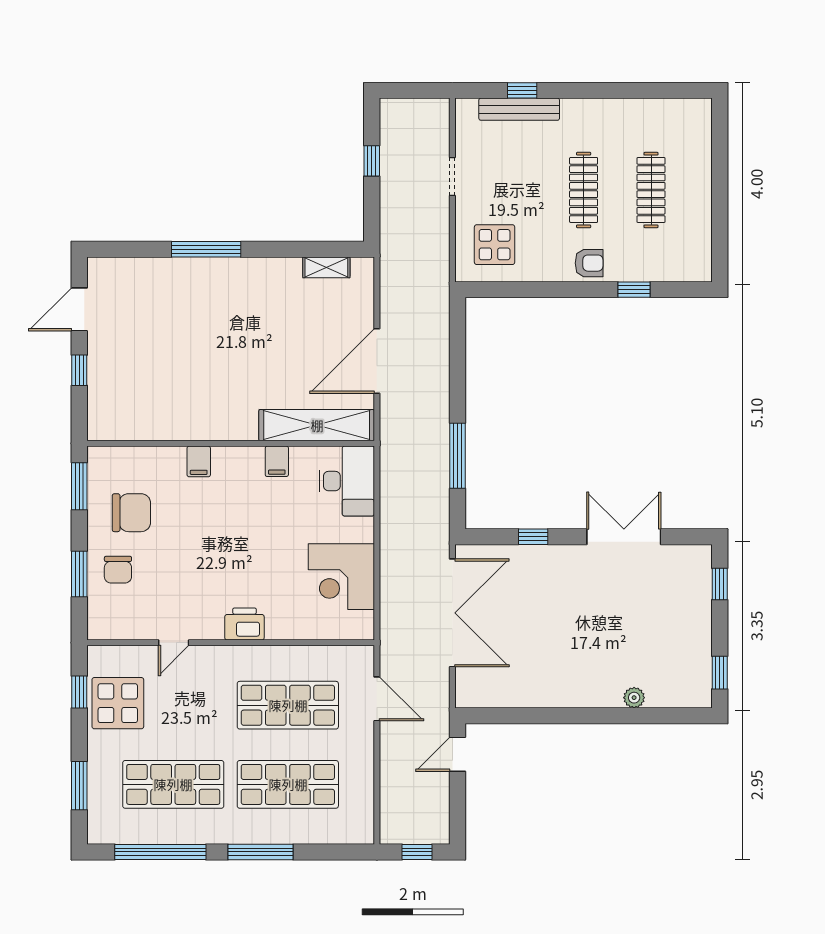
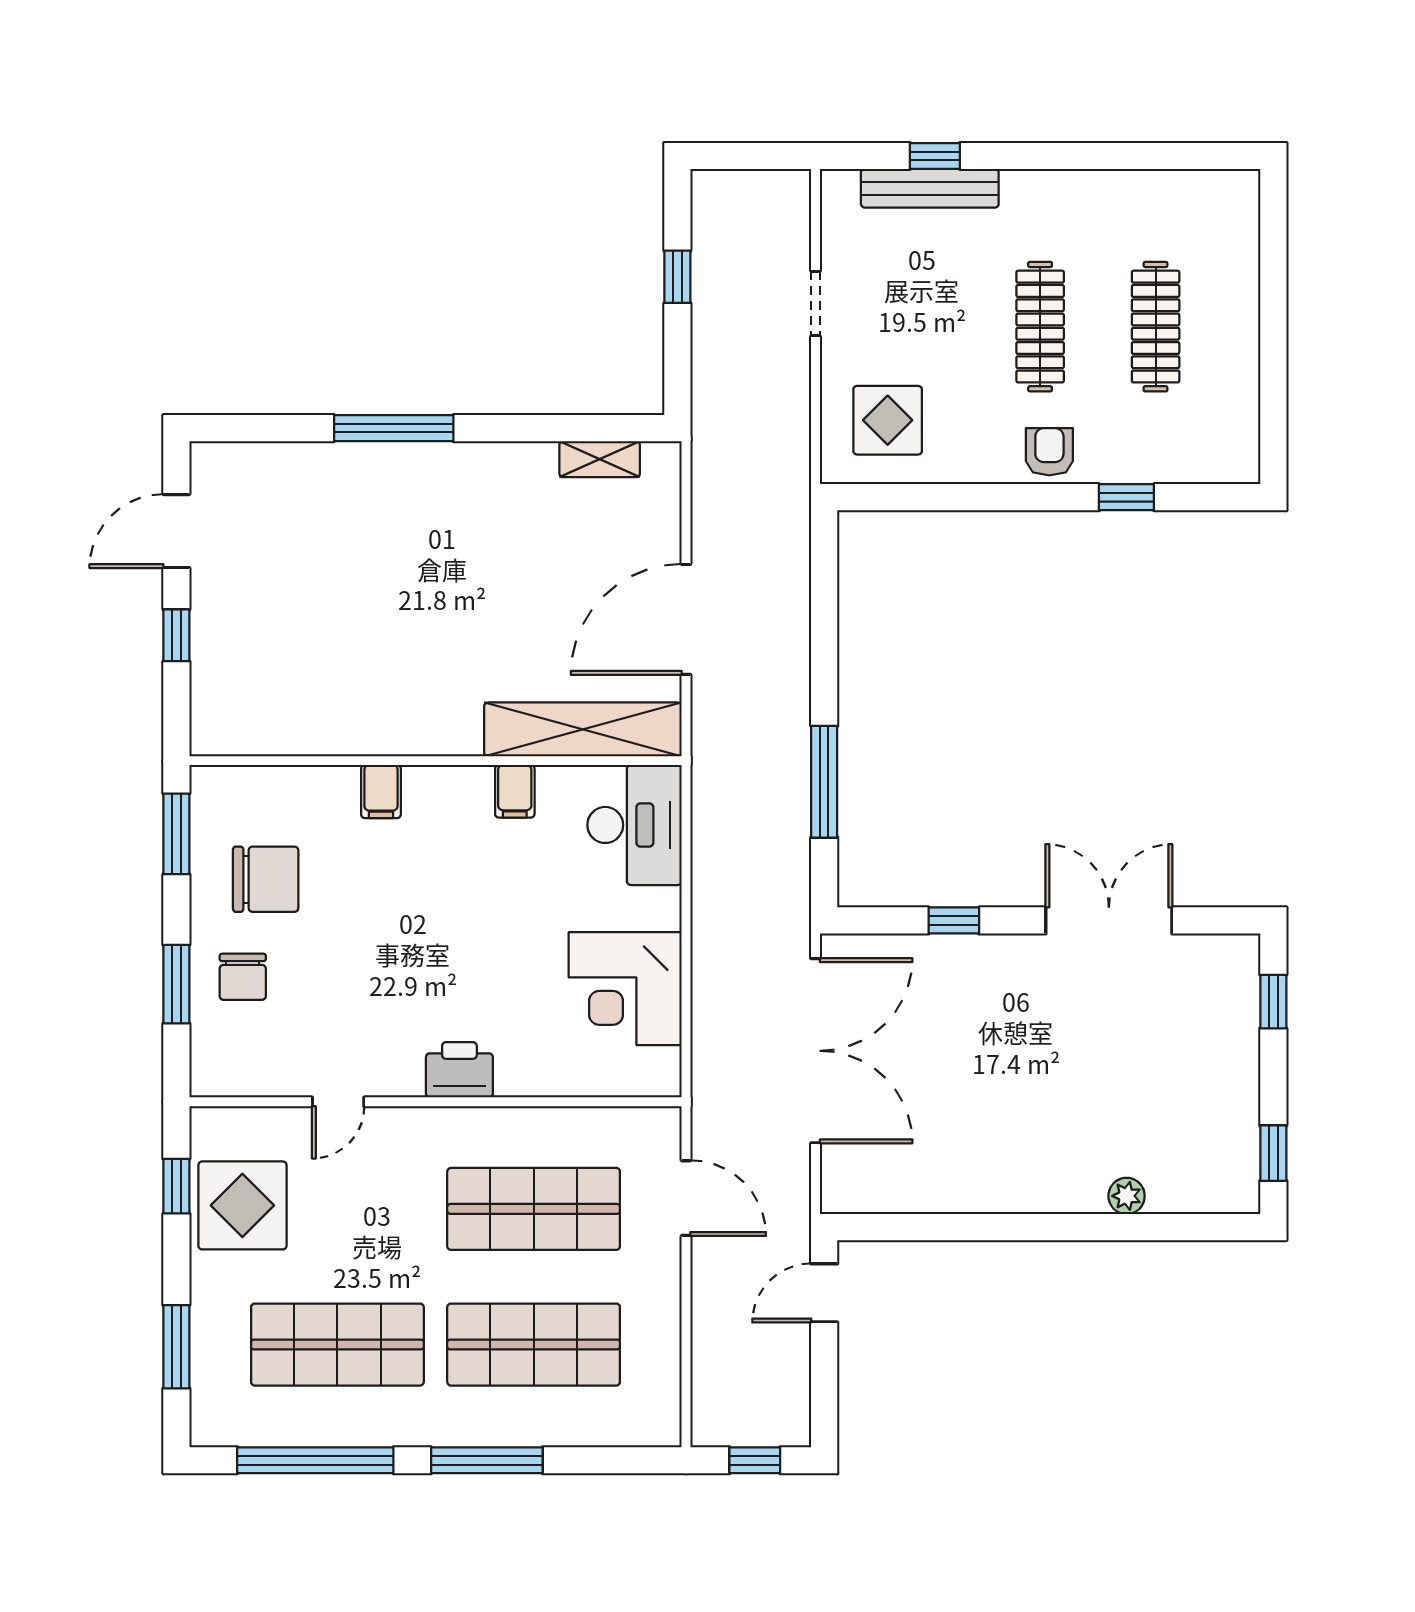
armchair: (589, 263) -> (1049, 452), turned -90

